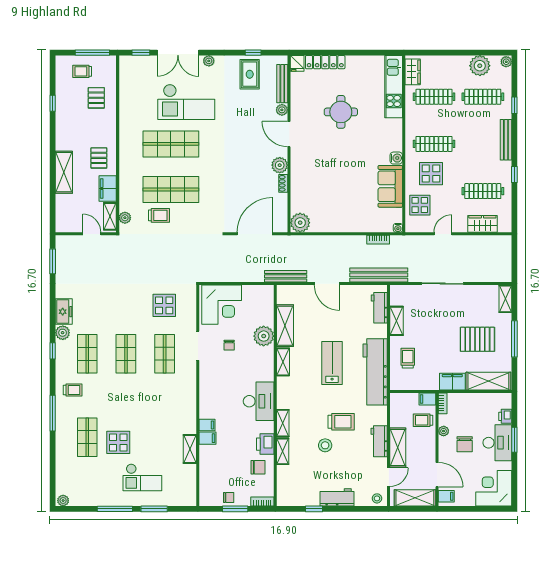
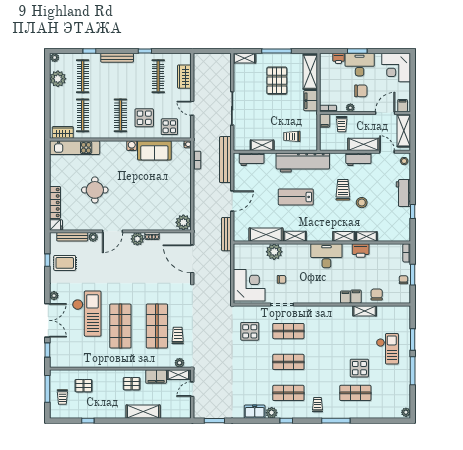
chair: (258, 467) -> (377, 295), moved

